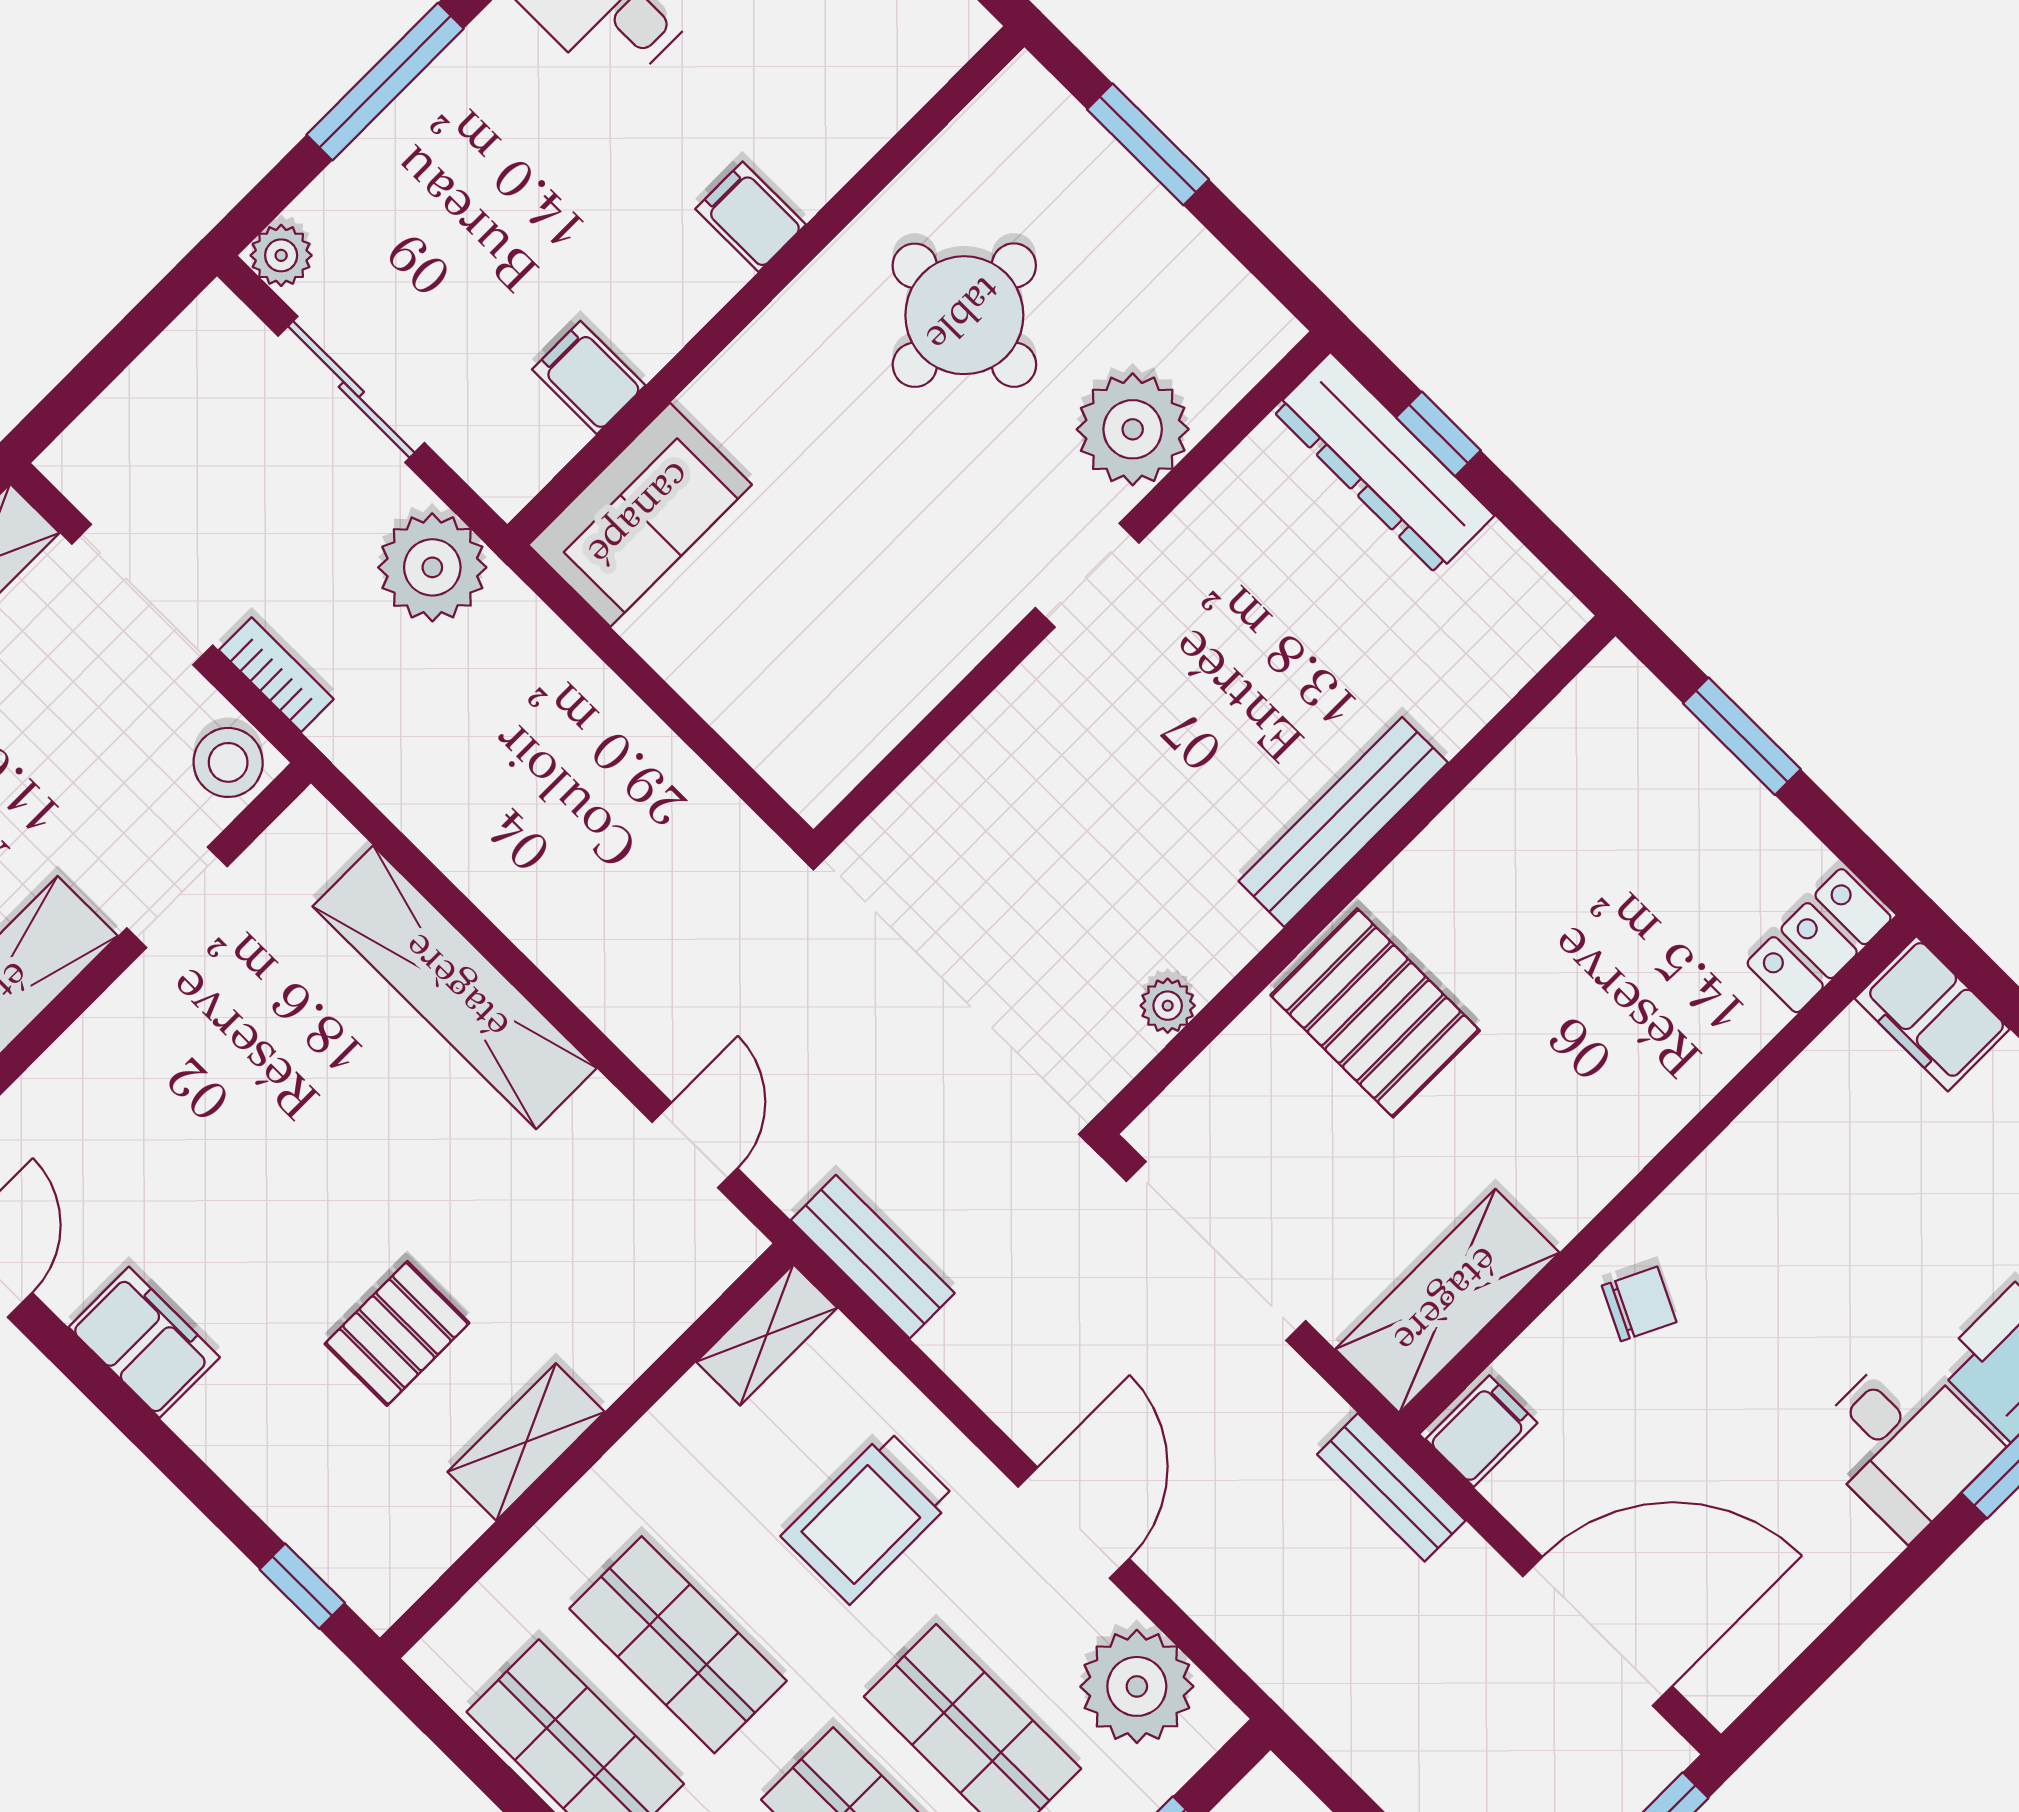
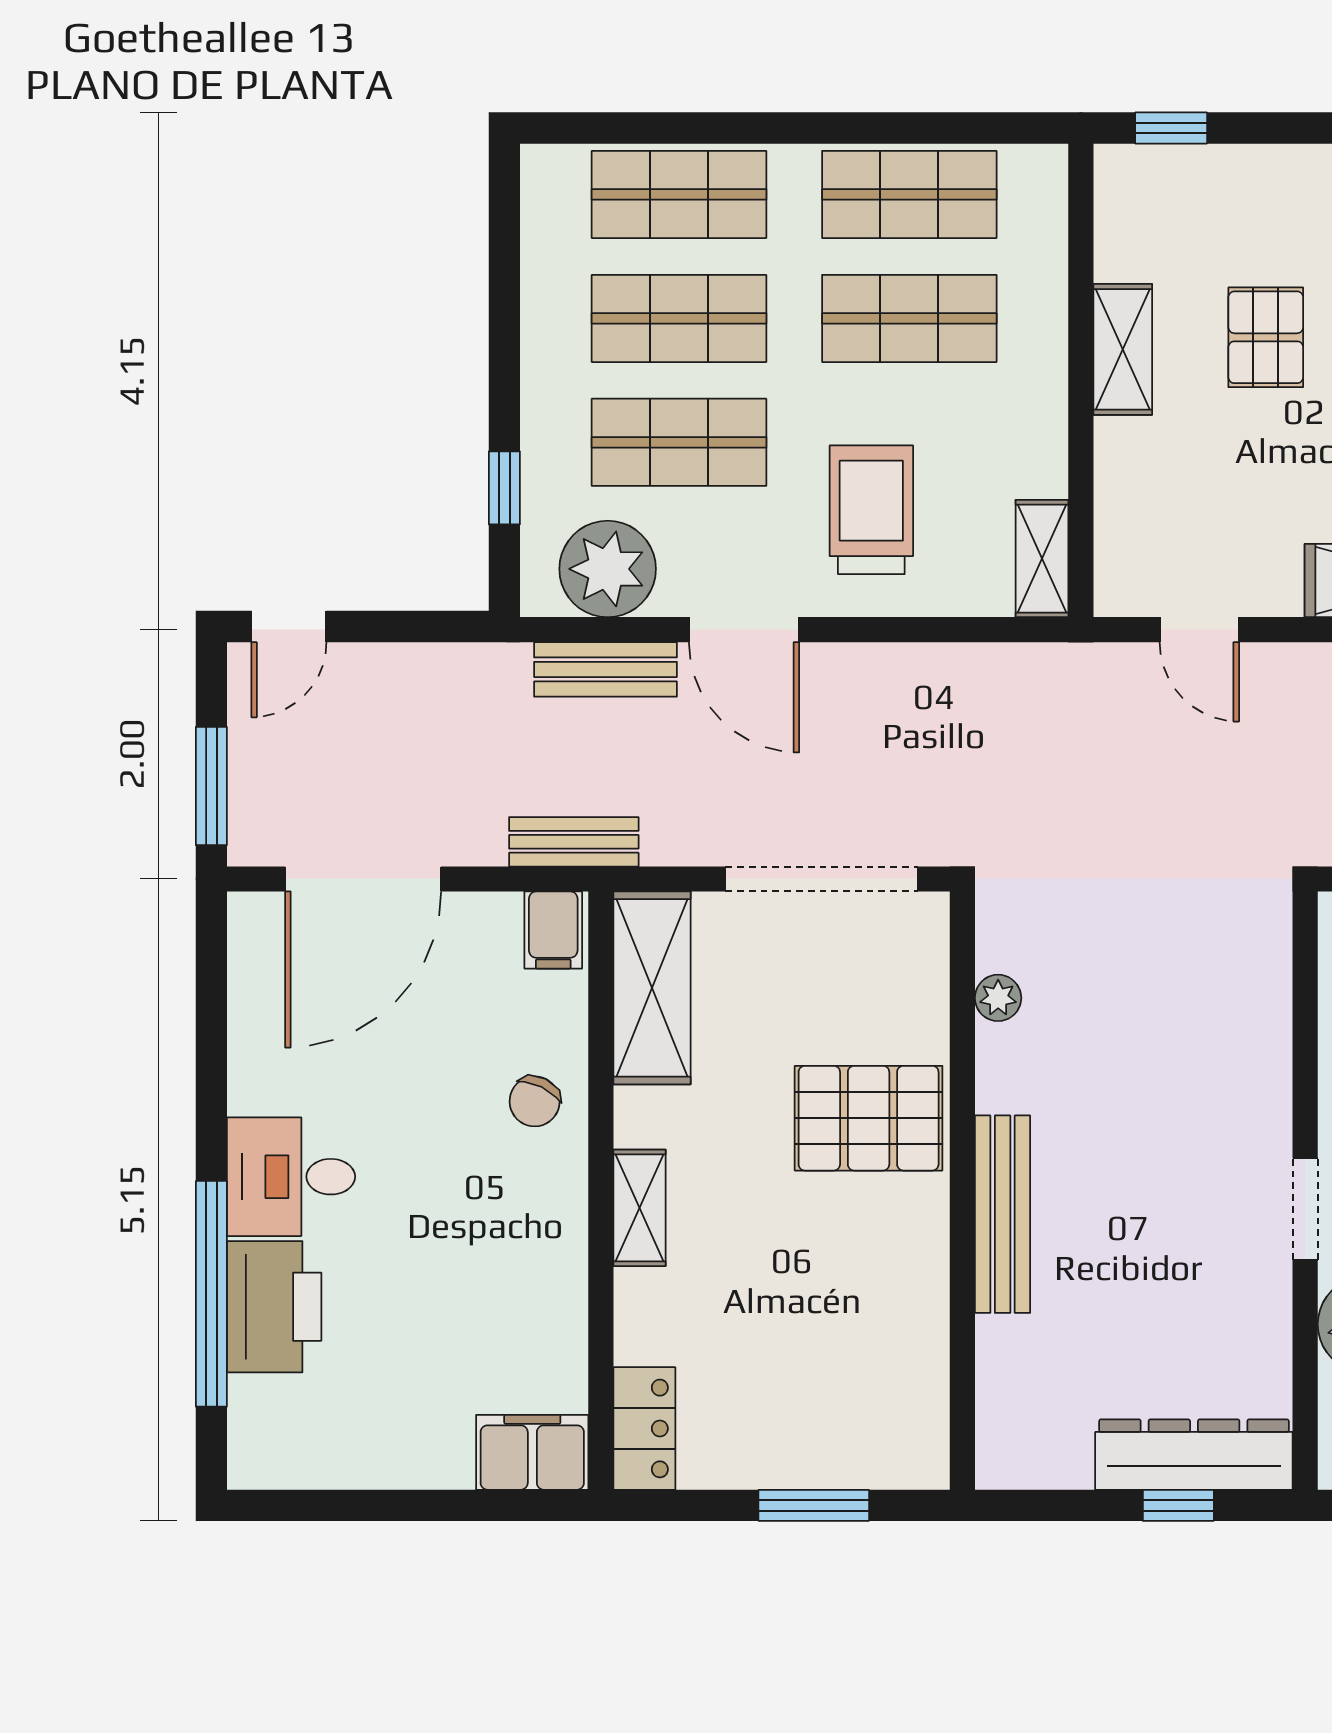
shelving: (1640, 1128) -> (640, 1208), added
bench: (873, 1257) -> (606, 669), moved

